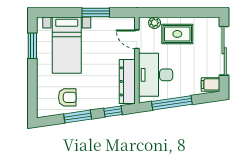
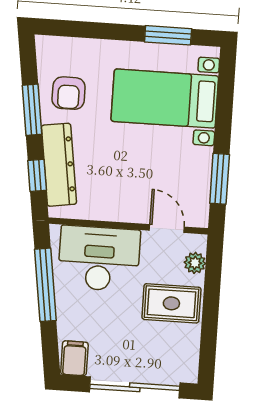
window: (96, 13) -> (220, 179), moved
rug: (177, 34) -> (171, 303), turned 90
door: (137, 39) -> (167, 229), hinge flipped
dresser: (127, 81) -> (59, 165), moved, turned 82

